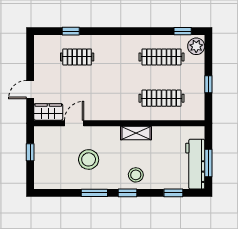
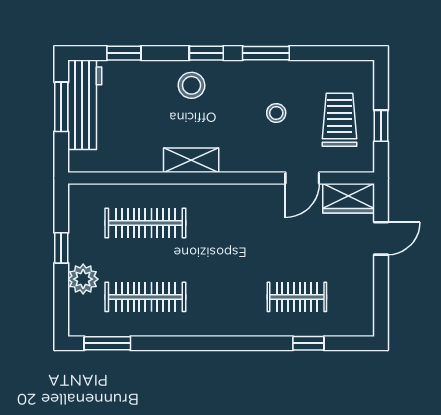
window: (183, 31) -> (107, 343), width x1.50
plant: (196, 46) -> (83, 279), moved
trolley: (53, 156) -> (339, 120), added
stool: (89, 159) -> (276, 113), width x0.53, depth x0.53

